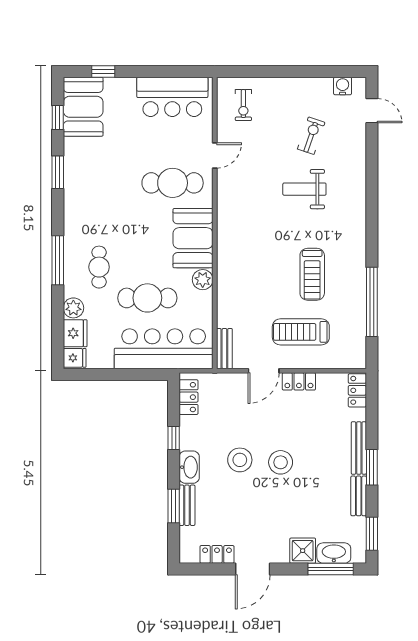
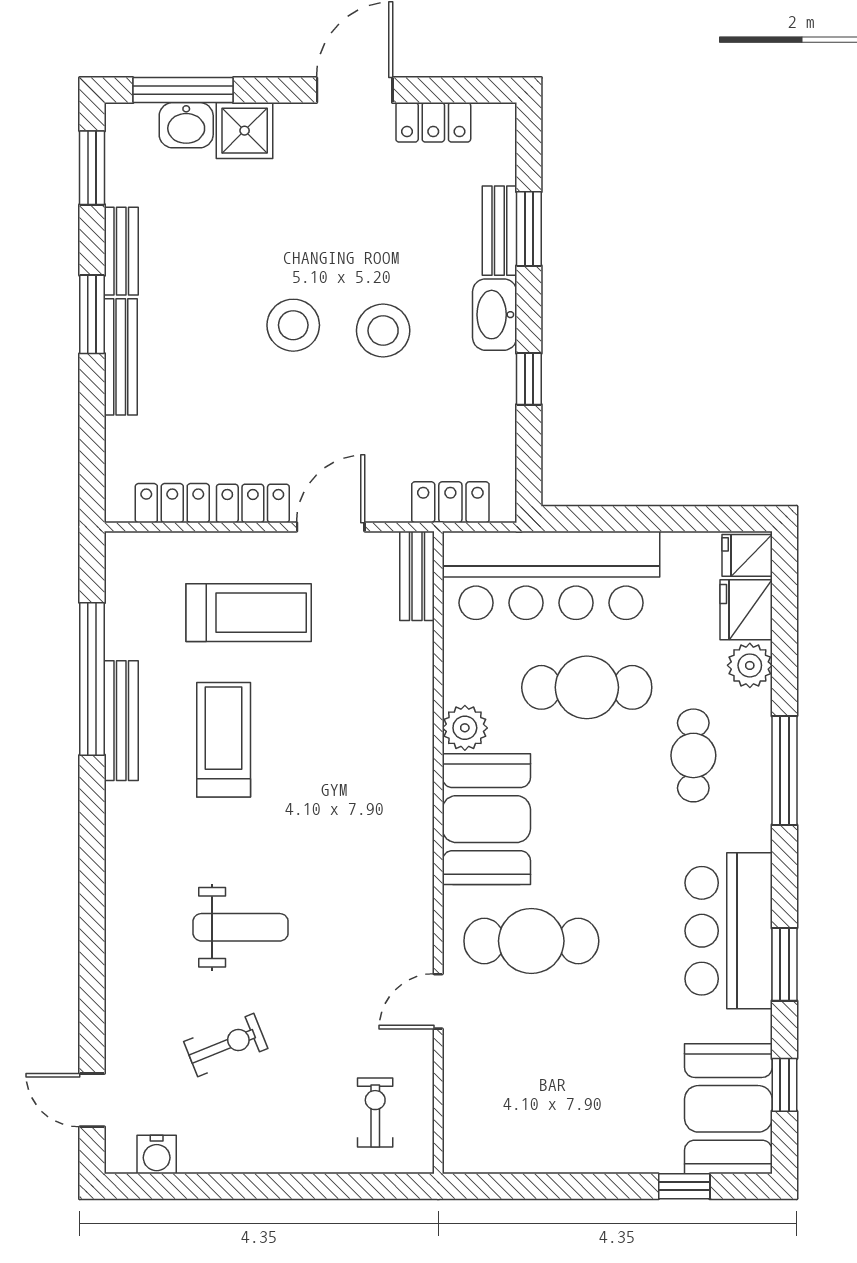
bar counter: (172, 97) -> (729, 931), moved, turned -90
exercise bike: (311, 136) -> (226, 1045), turned -131
bench: (359, 283) -> (121, 721), added
locker: (357, 390) -> (172, 503), moved, turned -90
locker: (189, 397) -> (450, 502), moved, turned 90
washbasin: (334, 553) -> (186, 125), width x0.72

